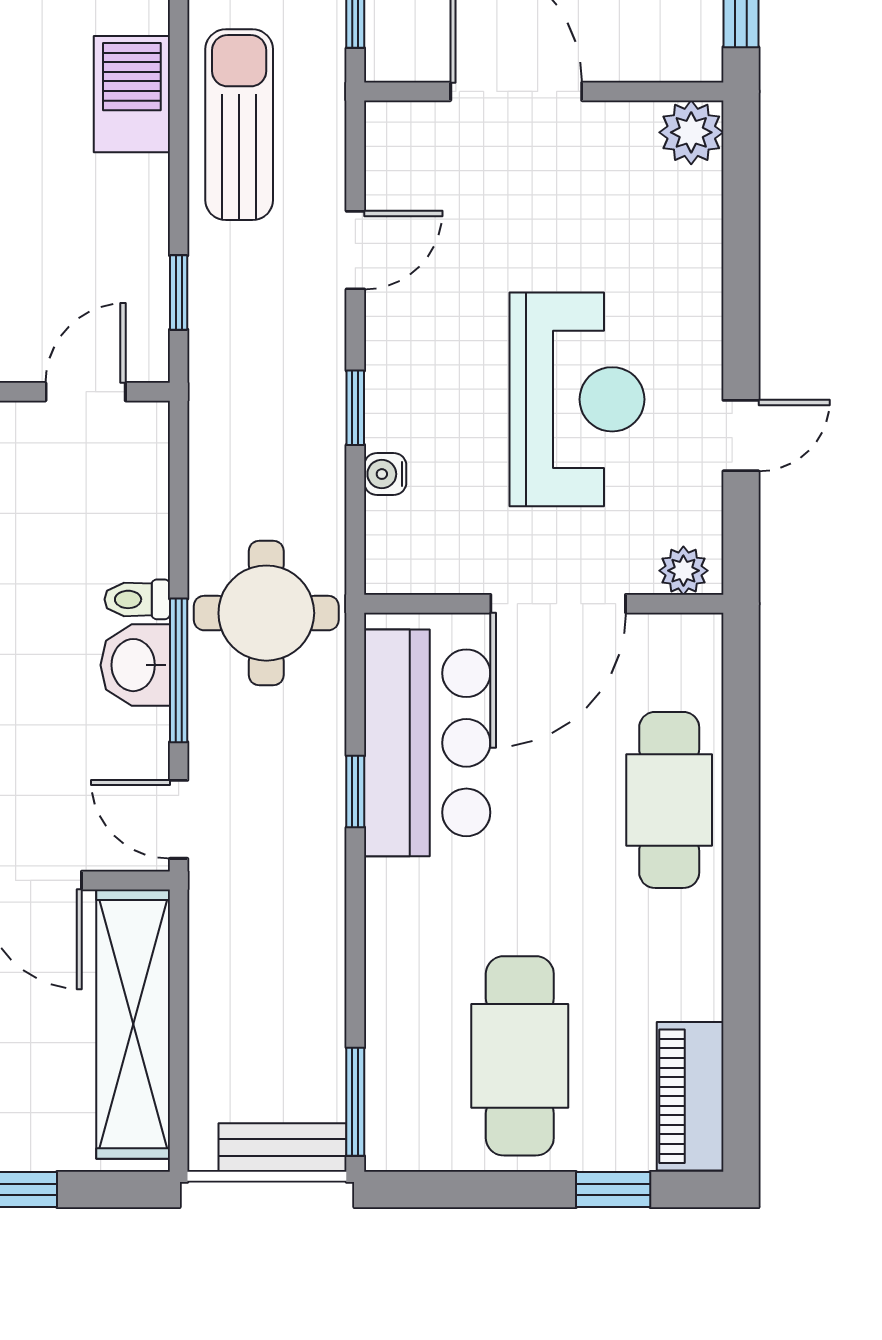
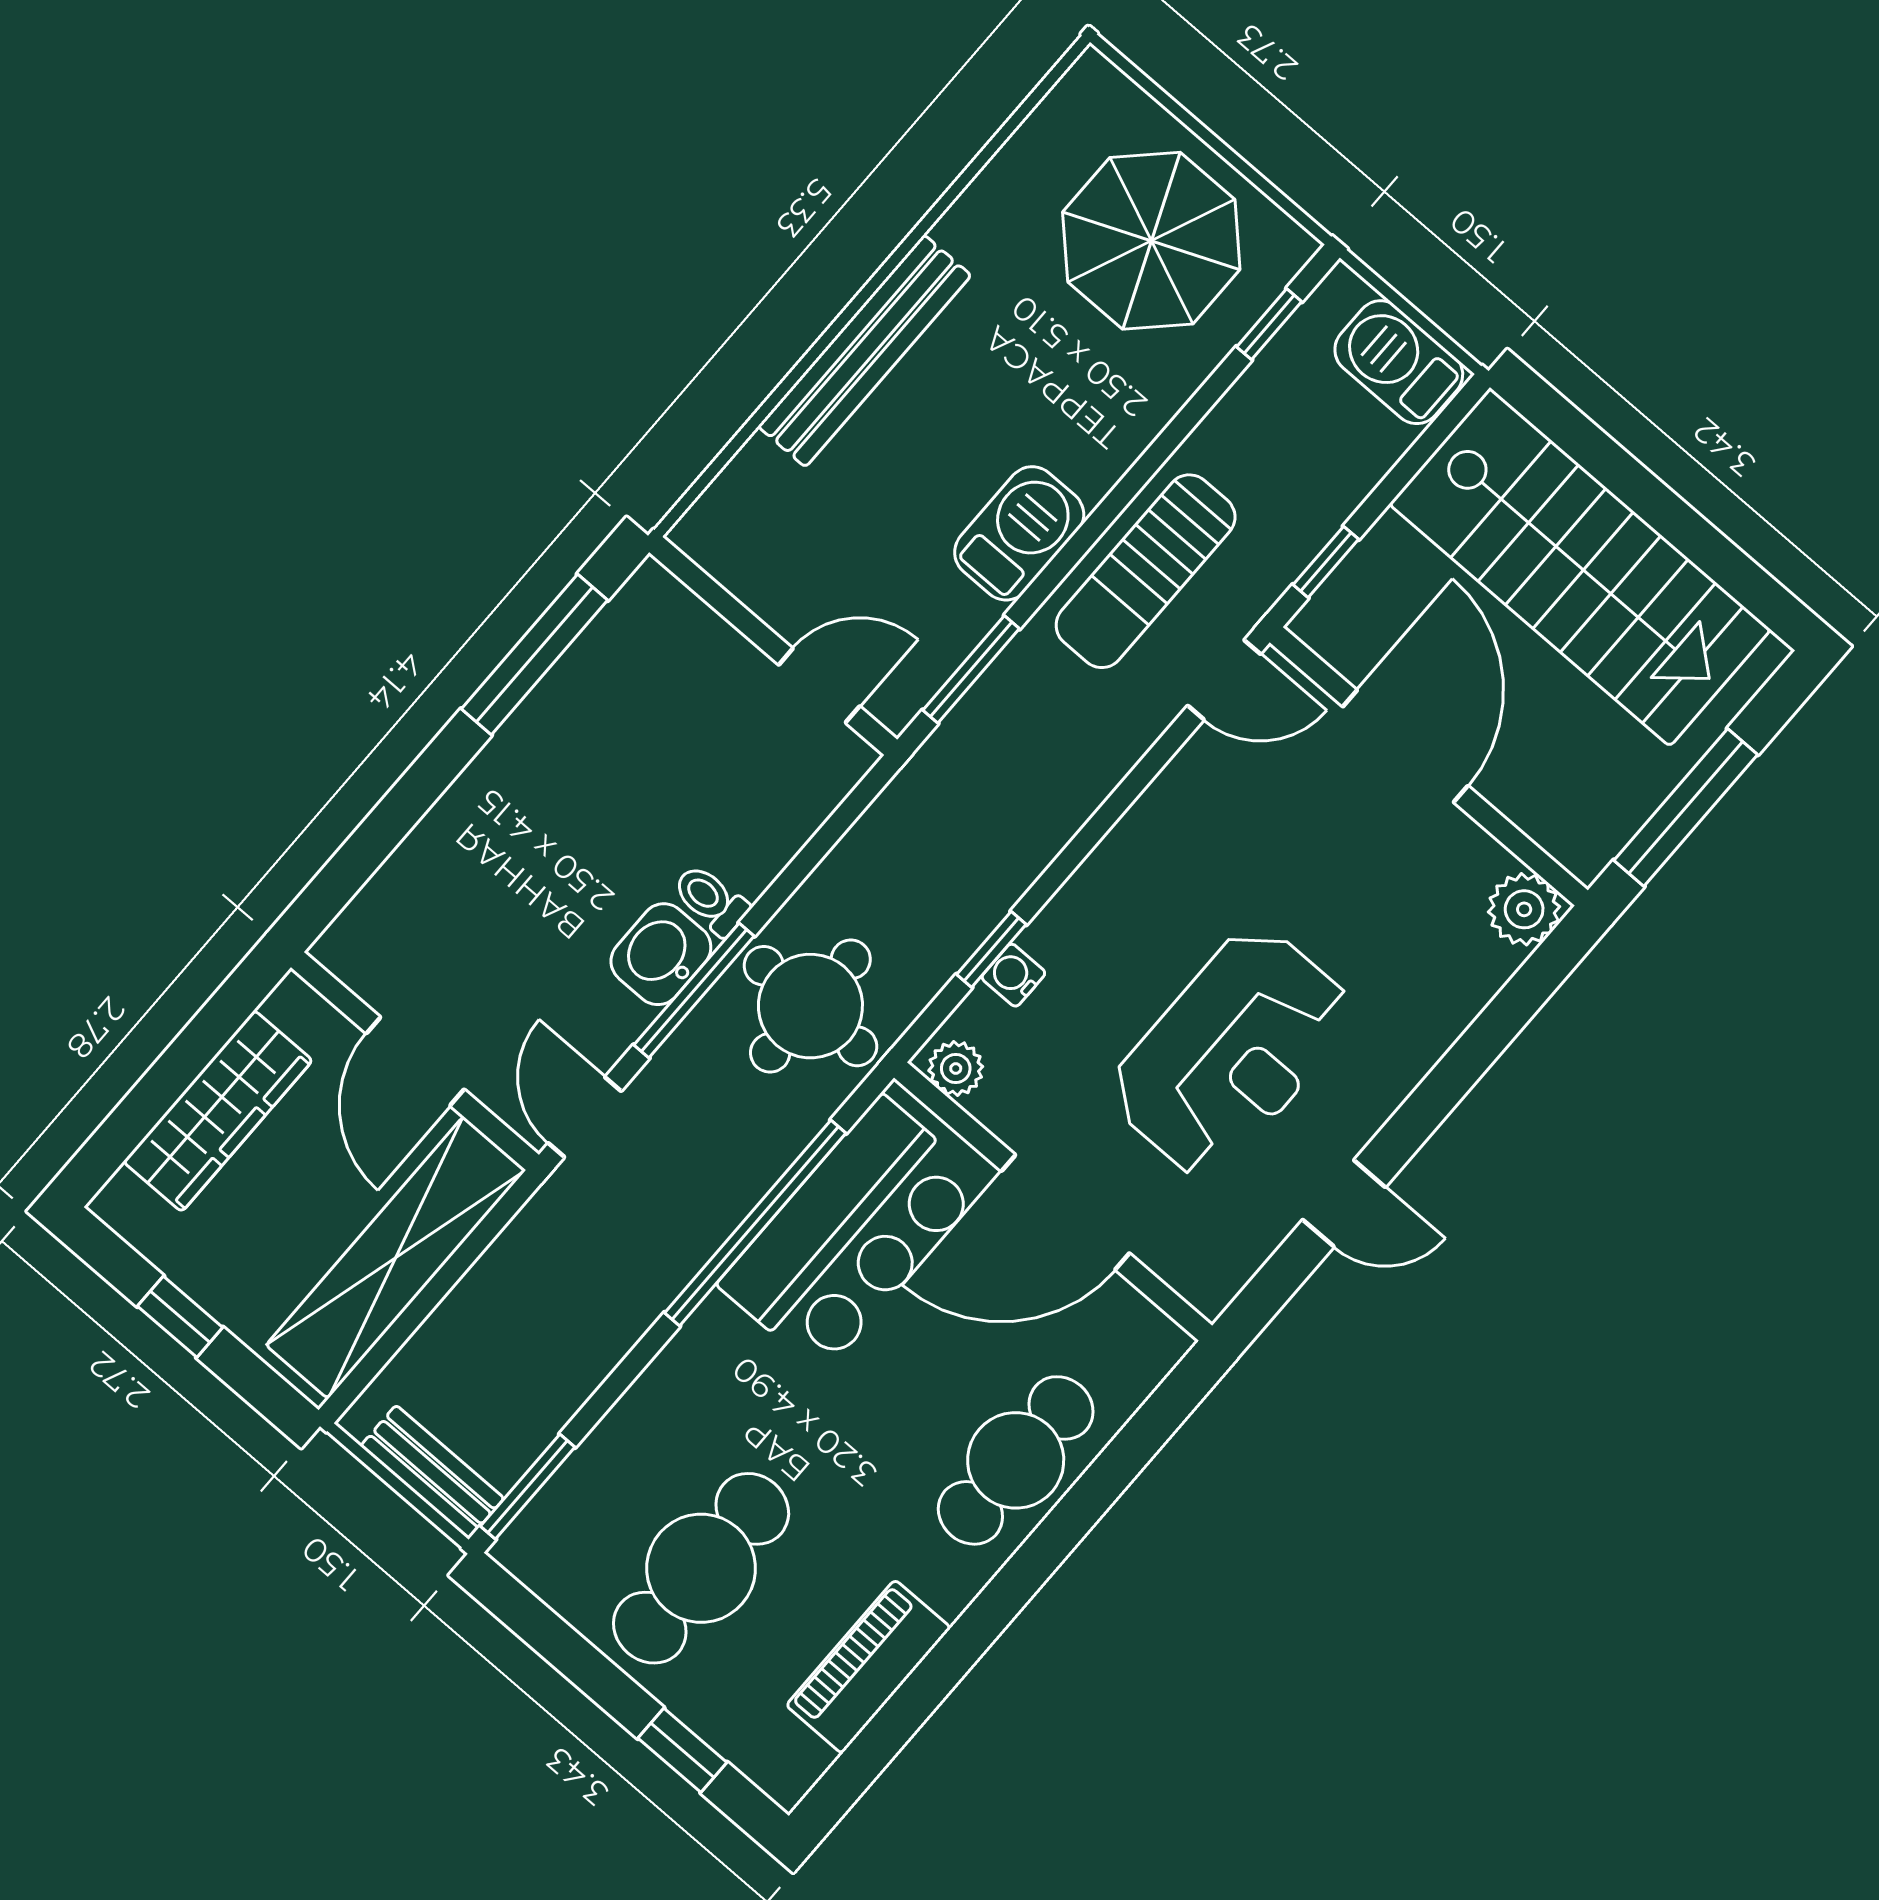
barbecue: (132, 94) -> (1019, 533), moved
sun lounger: (239, 125) -> (1146, 571), turned 180
door: (355, 250) -> (1224, 680), moved
window: (179, 292) -> (971, 669), width x1.50
window: (355, 408) -> (991, 949), moved
plant: (683, 571) -> (956, 1069), moved
window: (355, 791) -> (755, 1223), width x3.17
piano: (690, 1096) -> (869, 1667), moved

